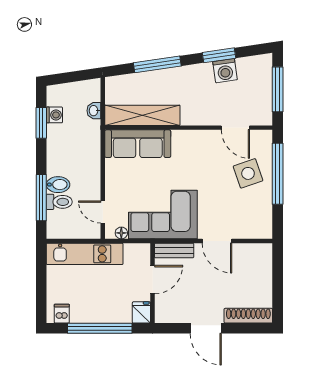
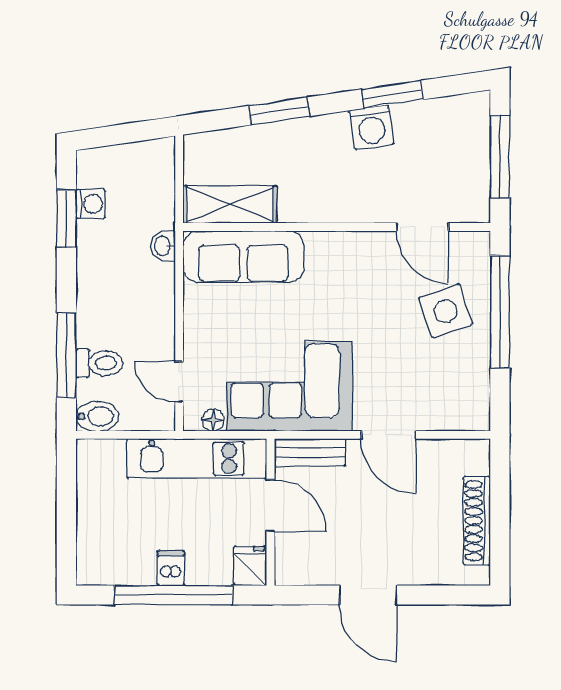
window: (157, 64) -> (279, 111), width x0.69
washing machine: (225, 71) -> (371, 127), moved
washbasin: (94, 111) -> (163, 246), moved
shelving: (142, 115) -> (230, 204), width x0.68
bidet: (58, 185) -> (97, 416), moved
kitchen unit: (85, 254) -> (197, 458), moved
door: (153, 280) -> (271, 506), hinge flipped
dishwasher: (62, 314) -> (171, 568), moved
shoe rack: (248, 316) -> (477, 521), moved, turned -90

